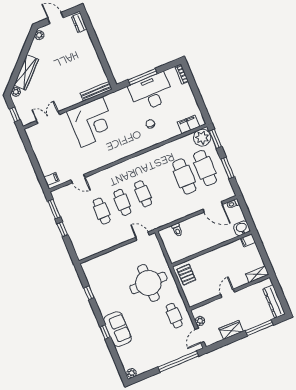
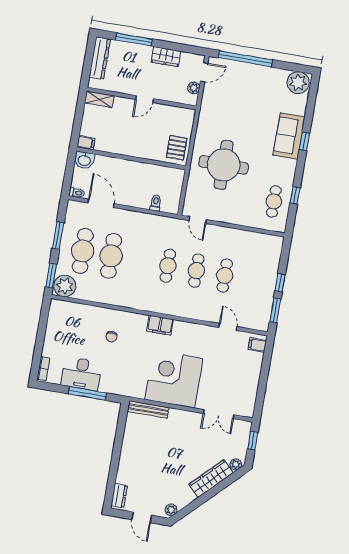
desk: (151, 92) -> (81, 374), width x0.73, depth x0.77
filing cabinet: (188, 124) -> (160, 325), moved
cafe table: (174, 316) -> (274, 201), moved
plant: (132, 373) -> (298, 83), width x1.88, depth x1.88

